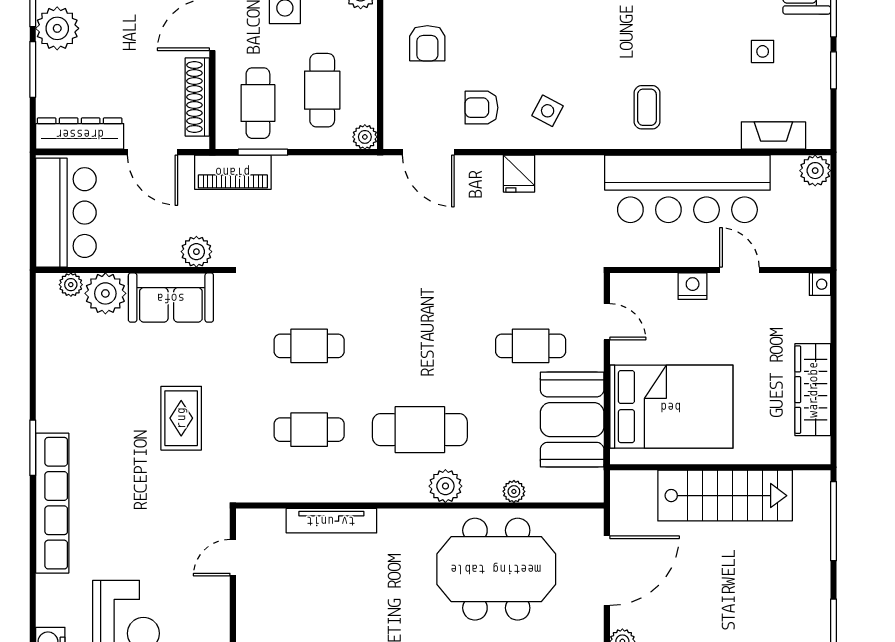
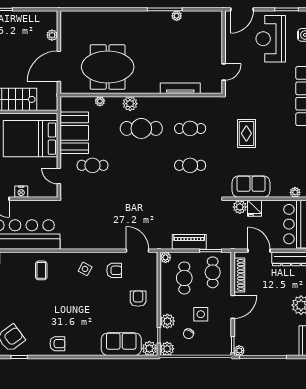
piano: (233, 172) -> (189, 242), moved
fridge: (519, 174) -> (254, 208), moved, turned 180
plant: (105, 293) -> (280, 188), removed

